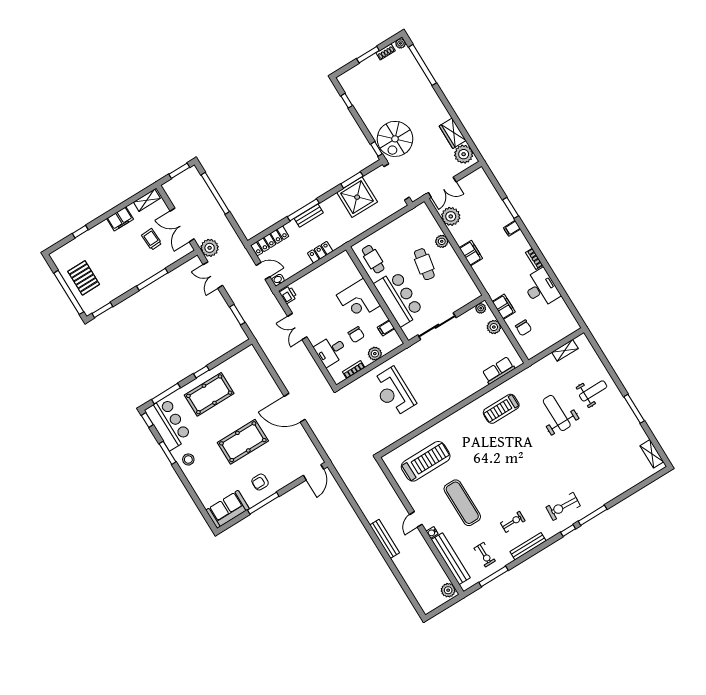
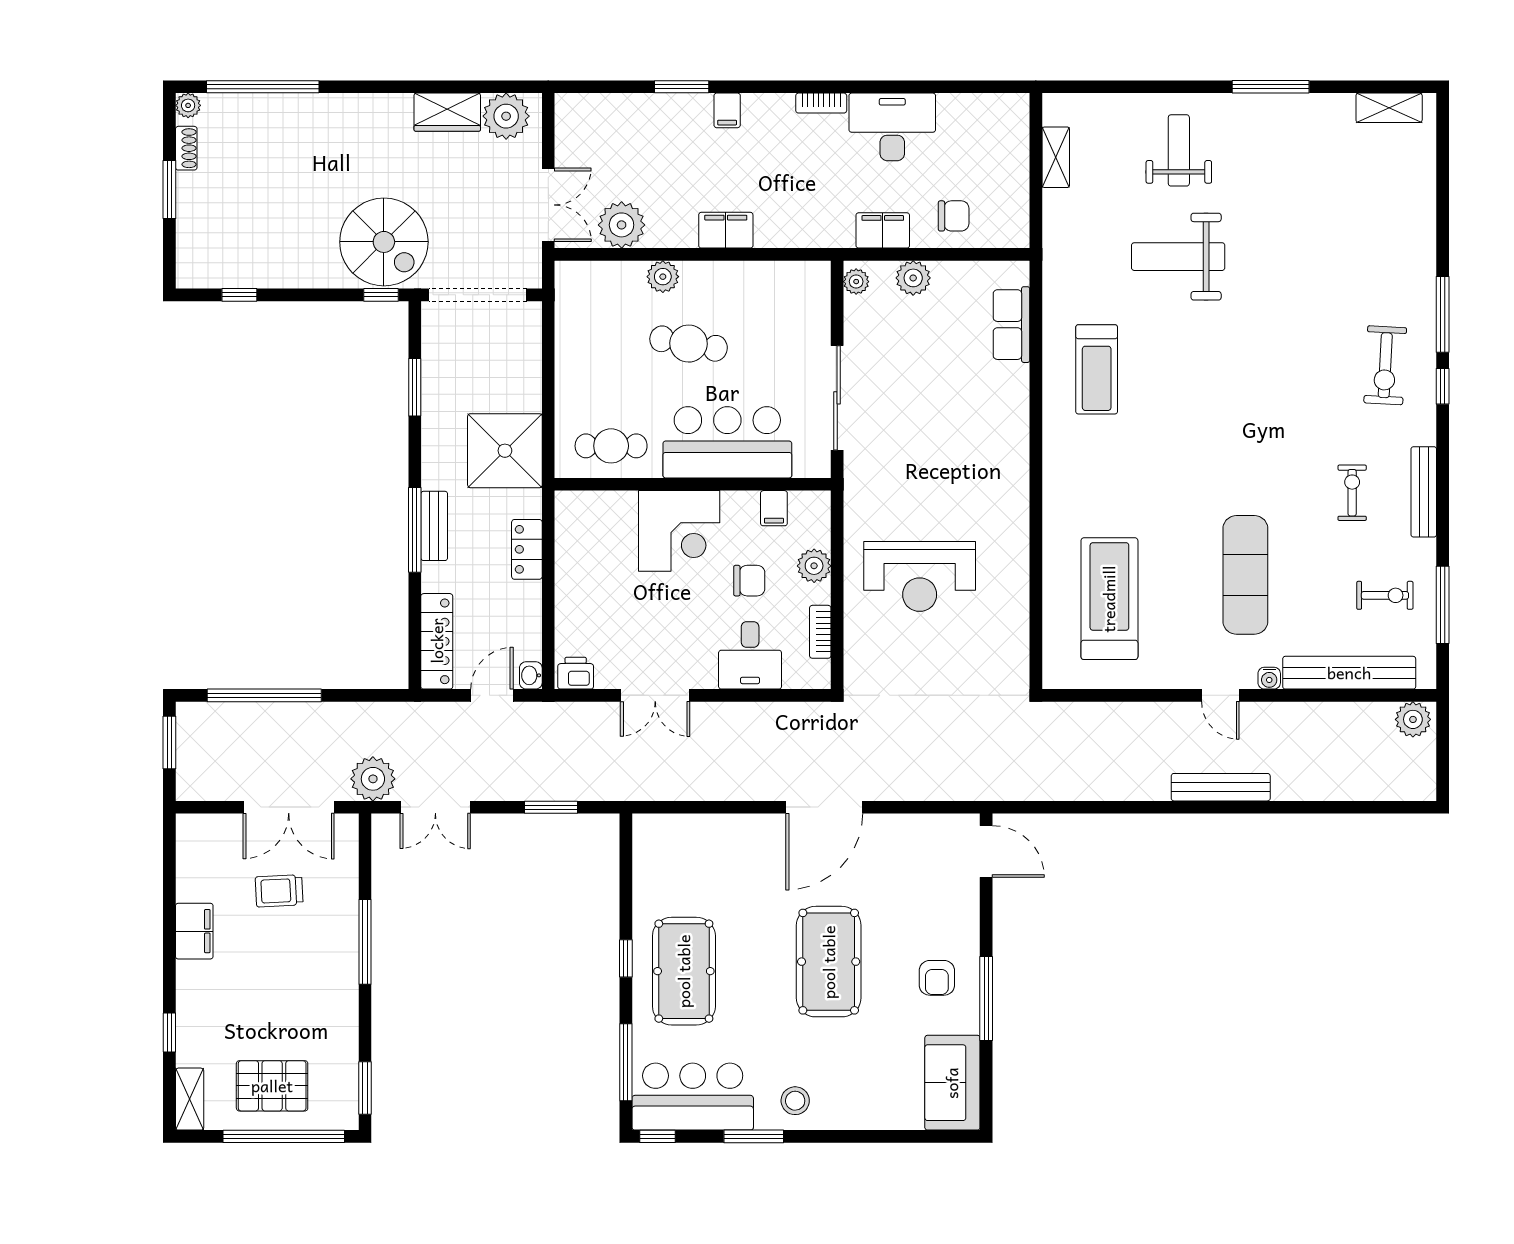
shower: (357, 197) -> (505, 451), moved
shelving: (147, 200) -> (190, 1099), moved
exercise mat: (462, 503) -> (1245, 575), turned 90

